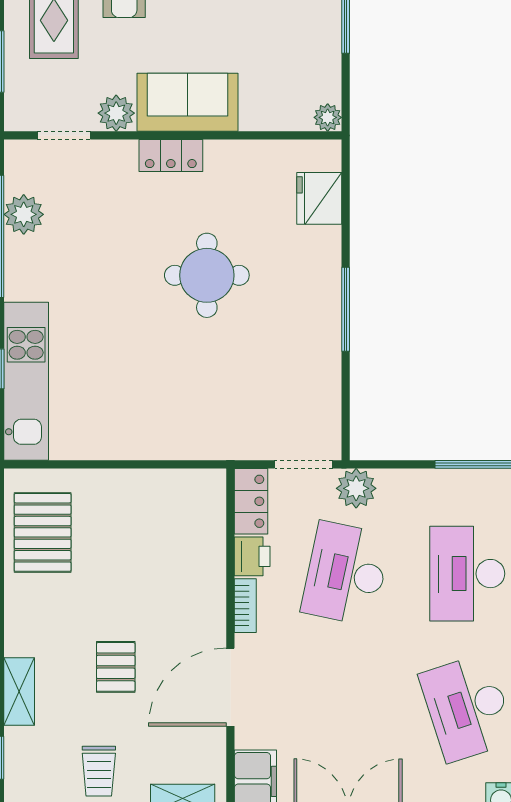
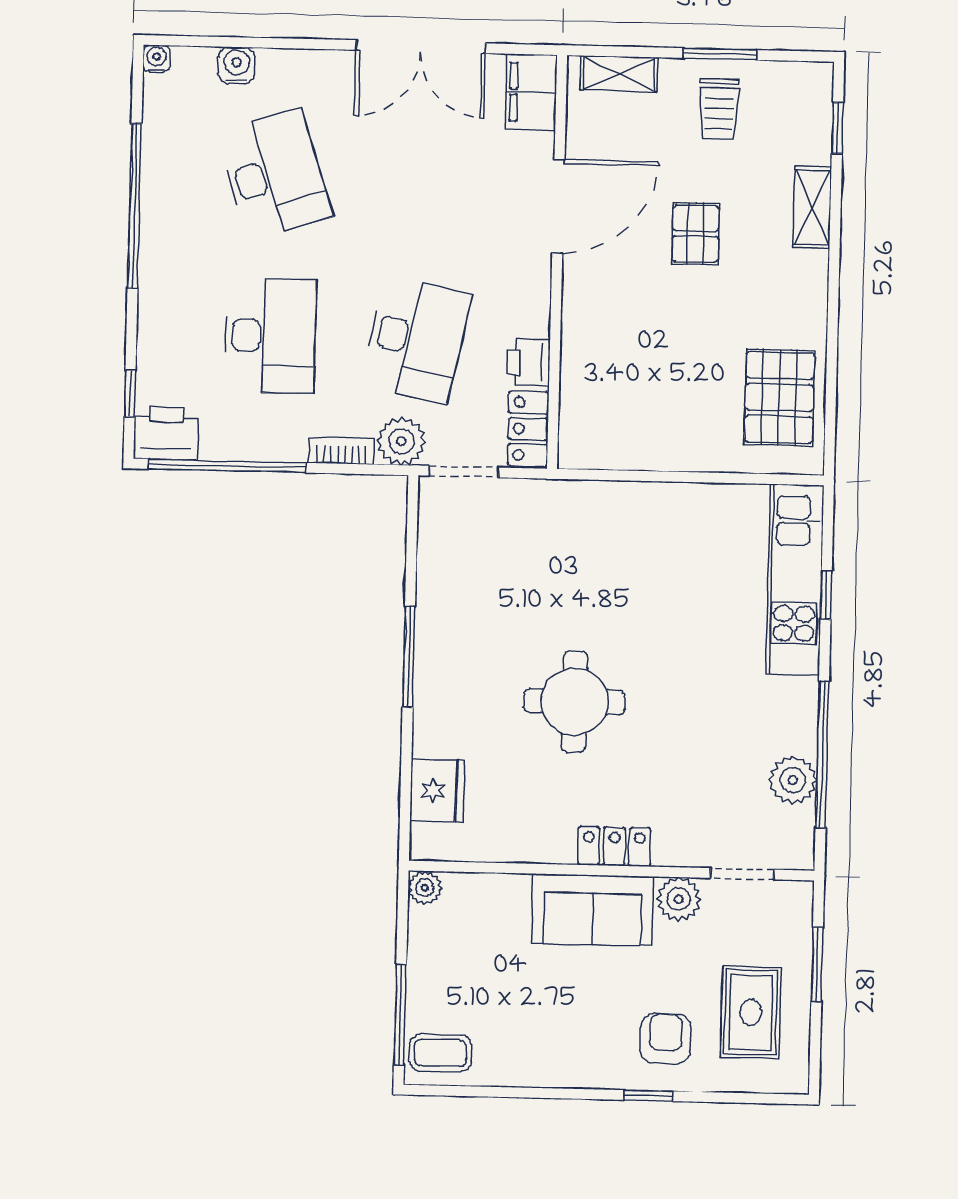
bookcase: (245, 606) -> (342, 451), moved, turned 90
trolley: (99, 771) -> (719, 109), turned 180

